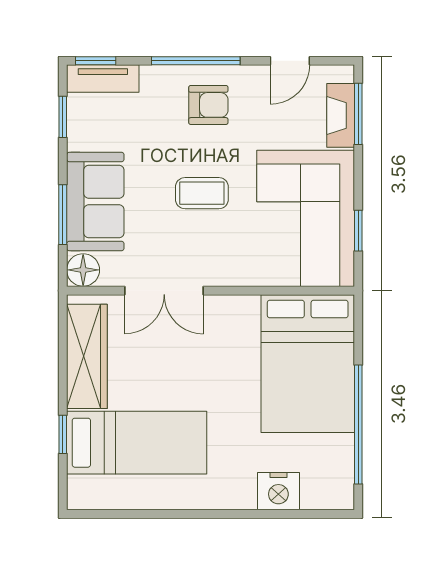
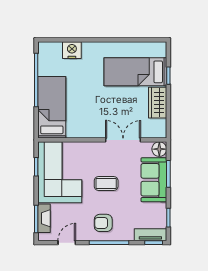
wardrobe: (87, 356) -> (158, 103), width x0.67
bed: (308, 364) -> (52, 107), width x0.67

